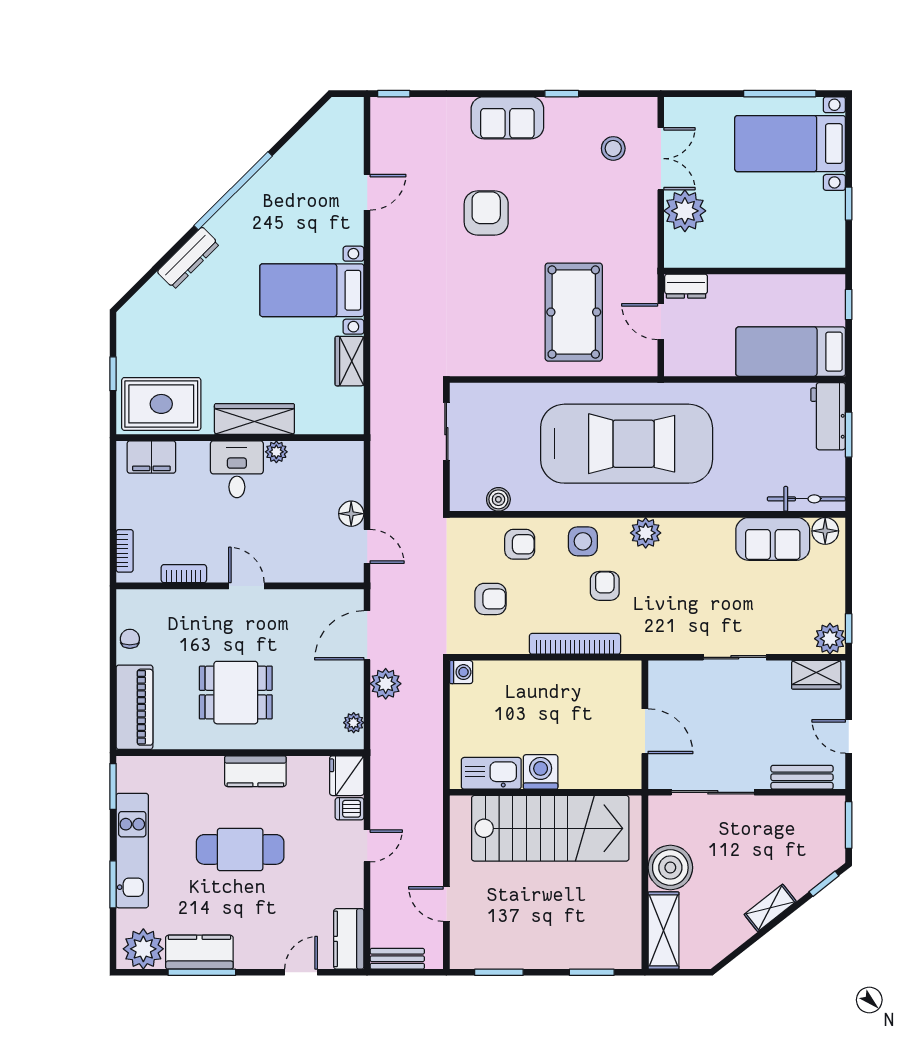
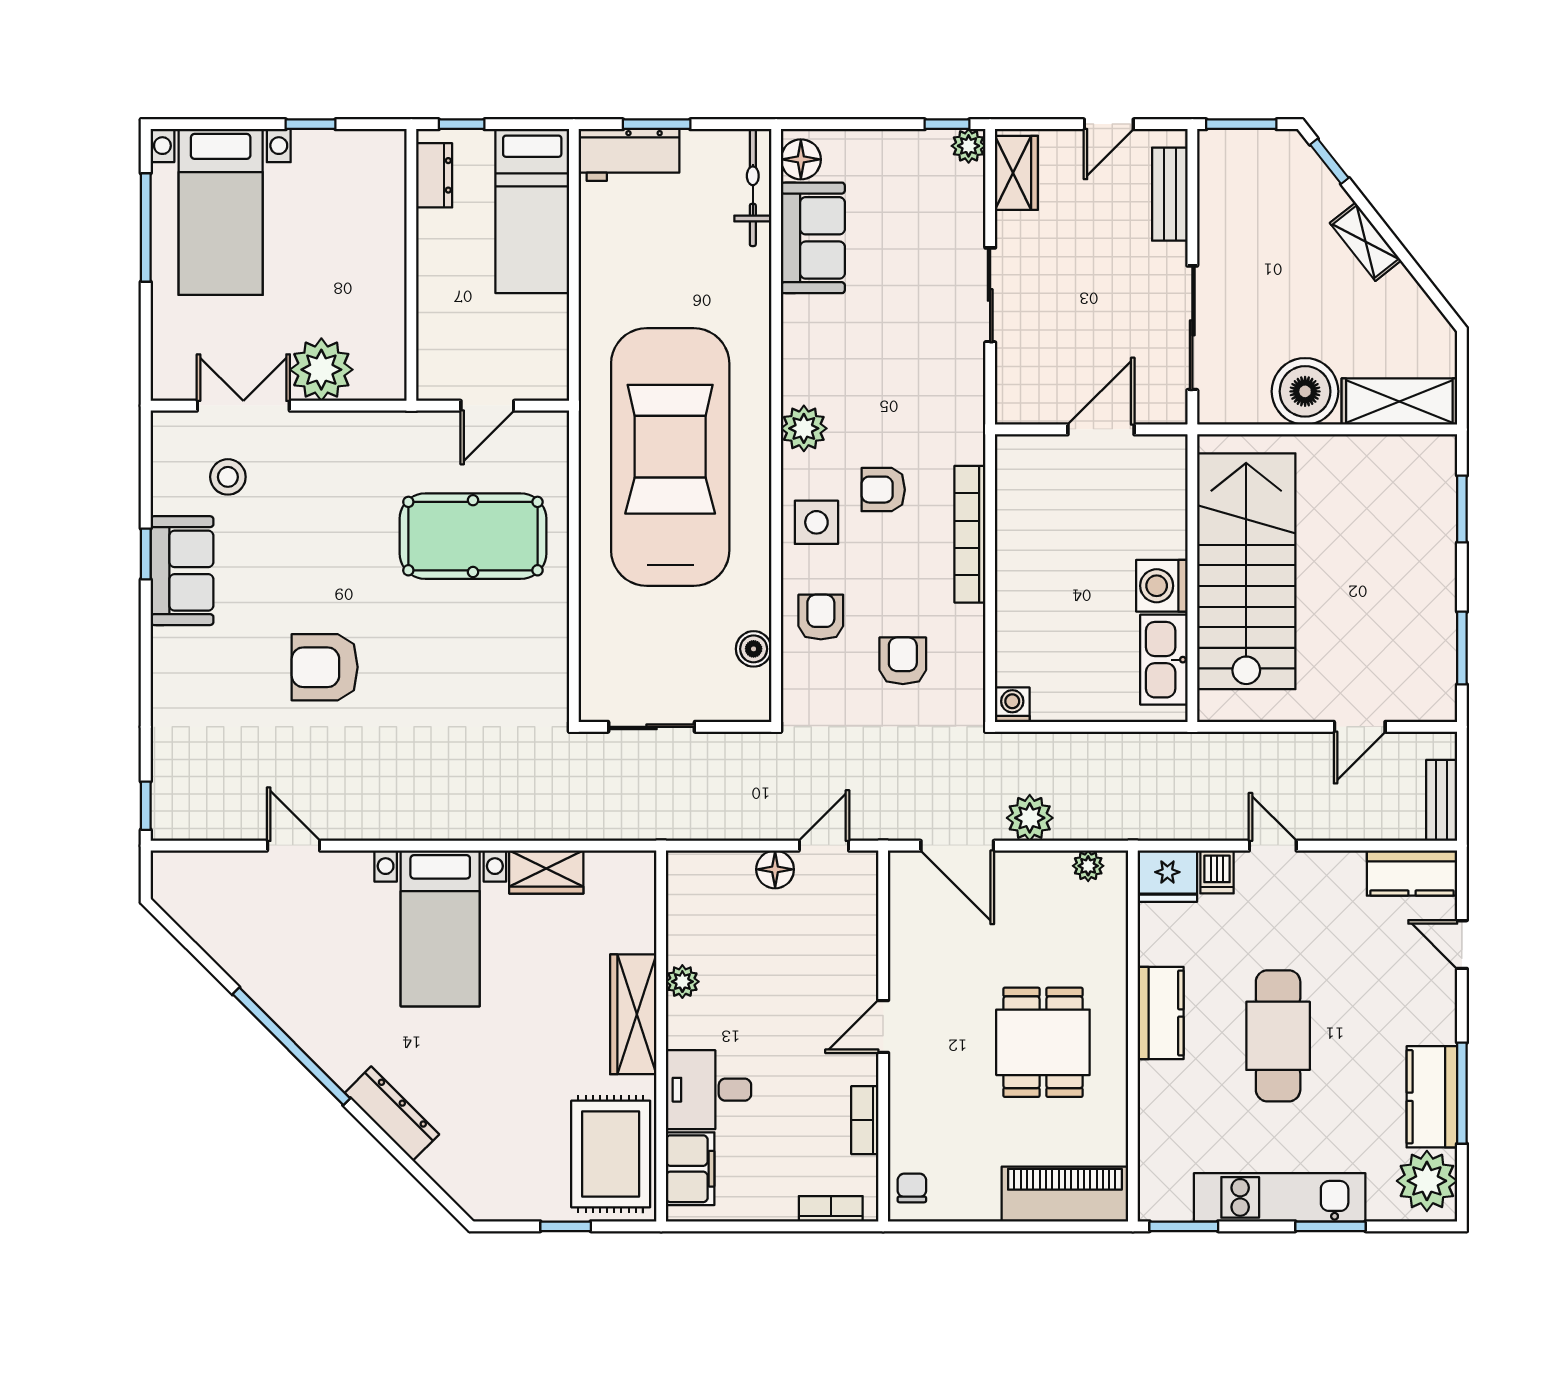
sofa: (507, 118) -> (182, 571), moved
dresser: (686, 286) -> (434, 175), moved
desk: (237, 469) -> (709, 1090), moved
chair: (130, 639) -> (912, 1188), moved, turned 90
plant: (830, 639) -> (969, 146), width x0.73, depth x0.73

